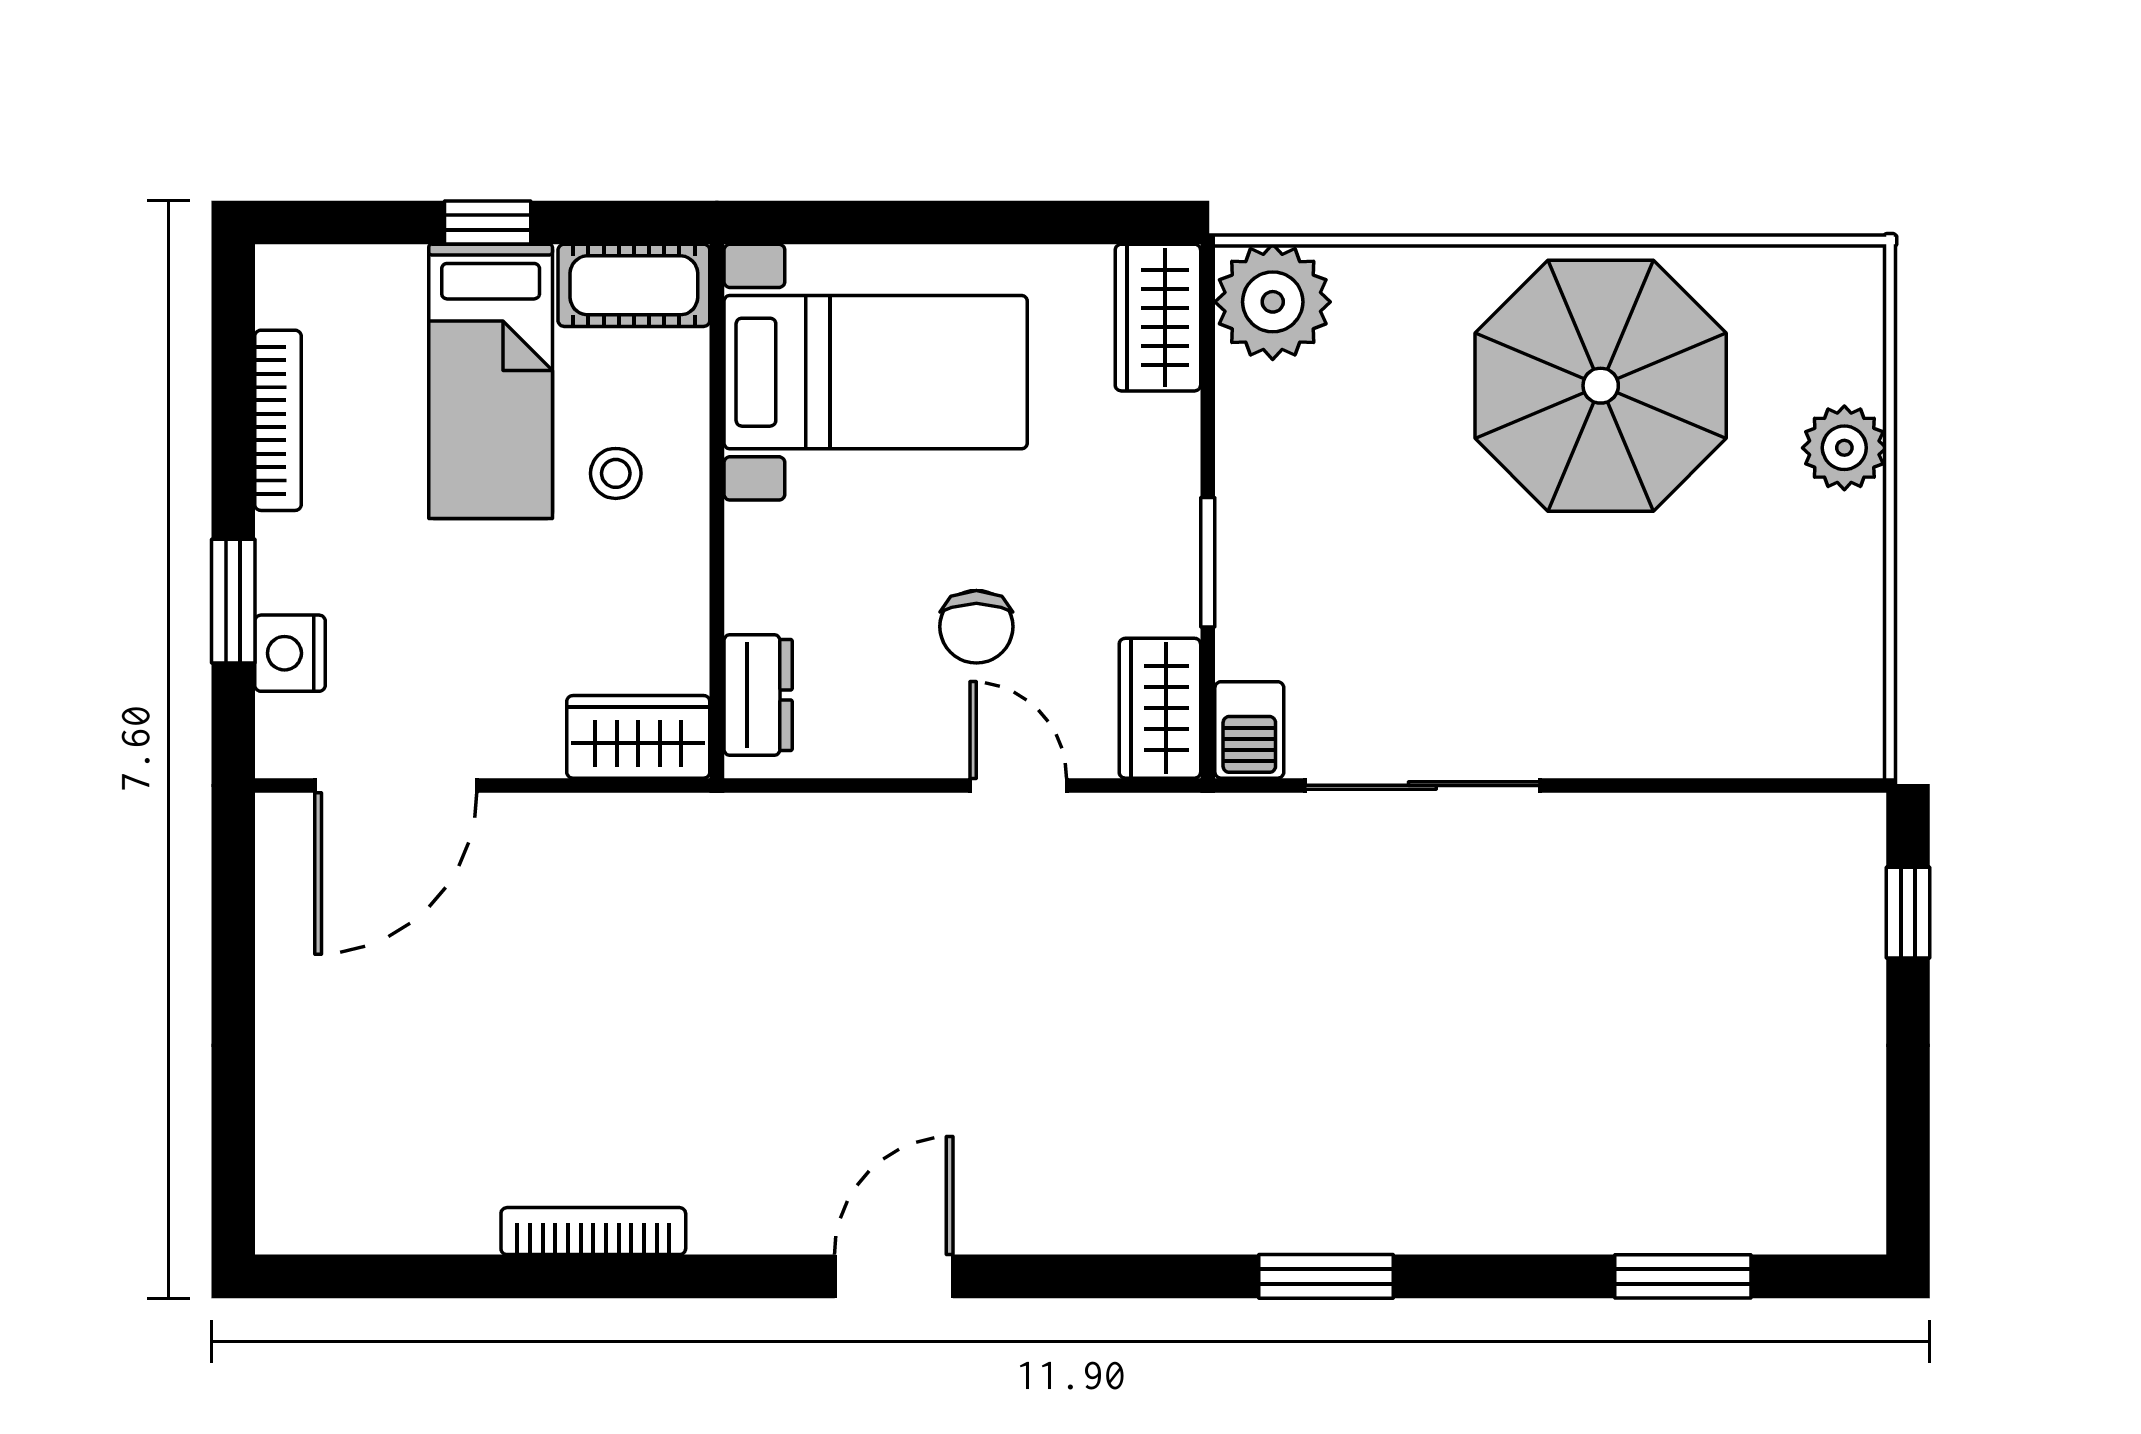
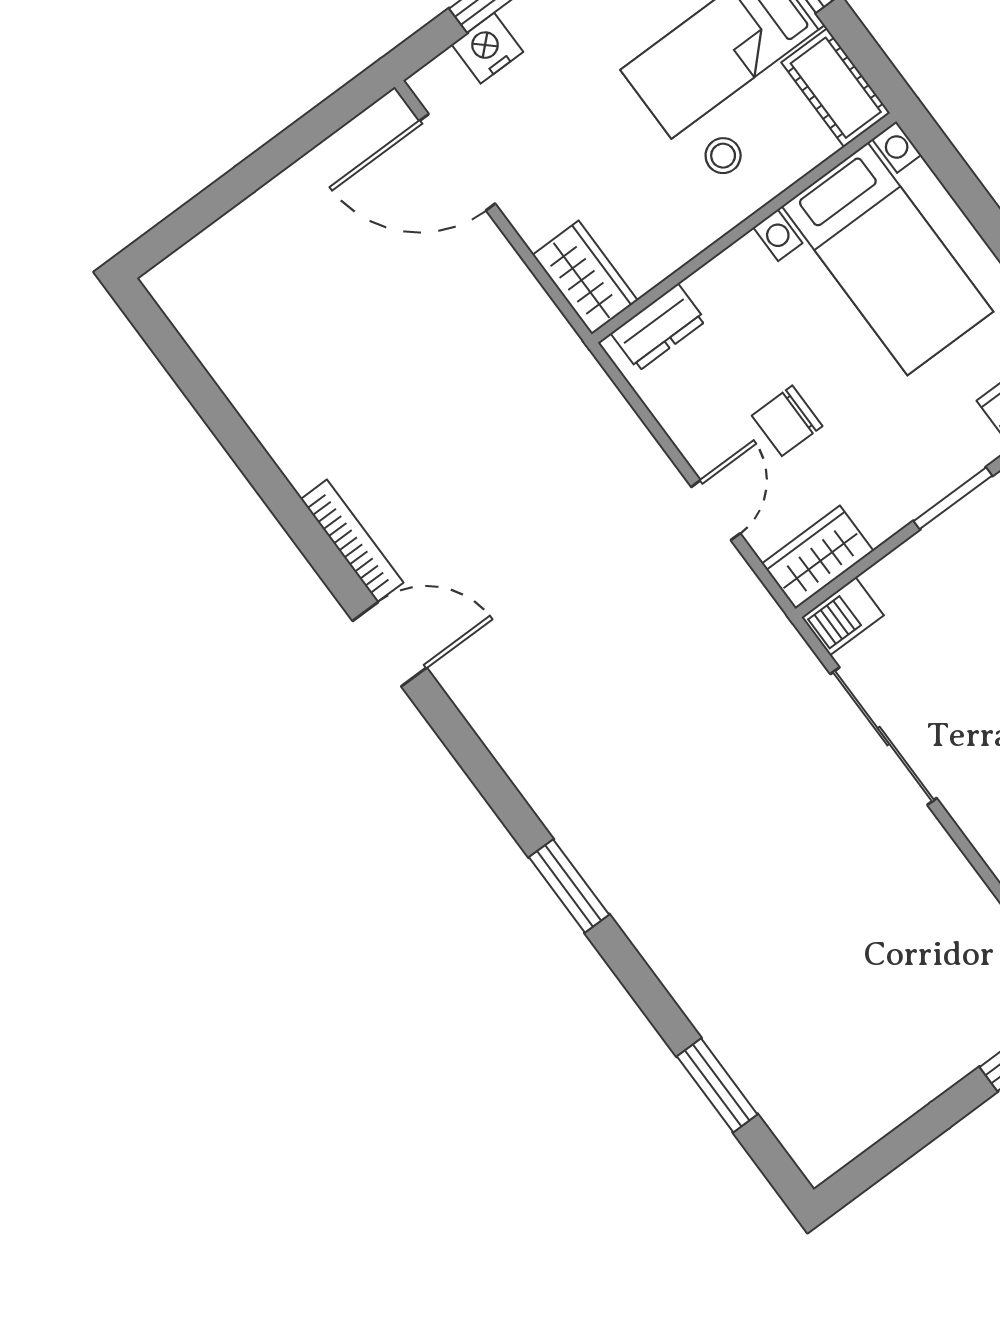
window: (1208, 562) -> (953, 498), moved
bookcase: (593, 1231) -> (352, 541), moved

